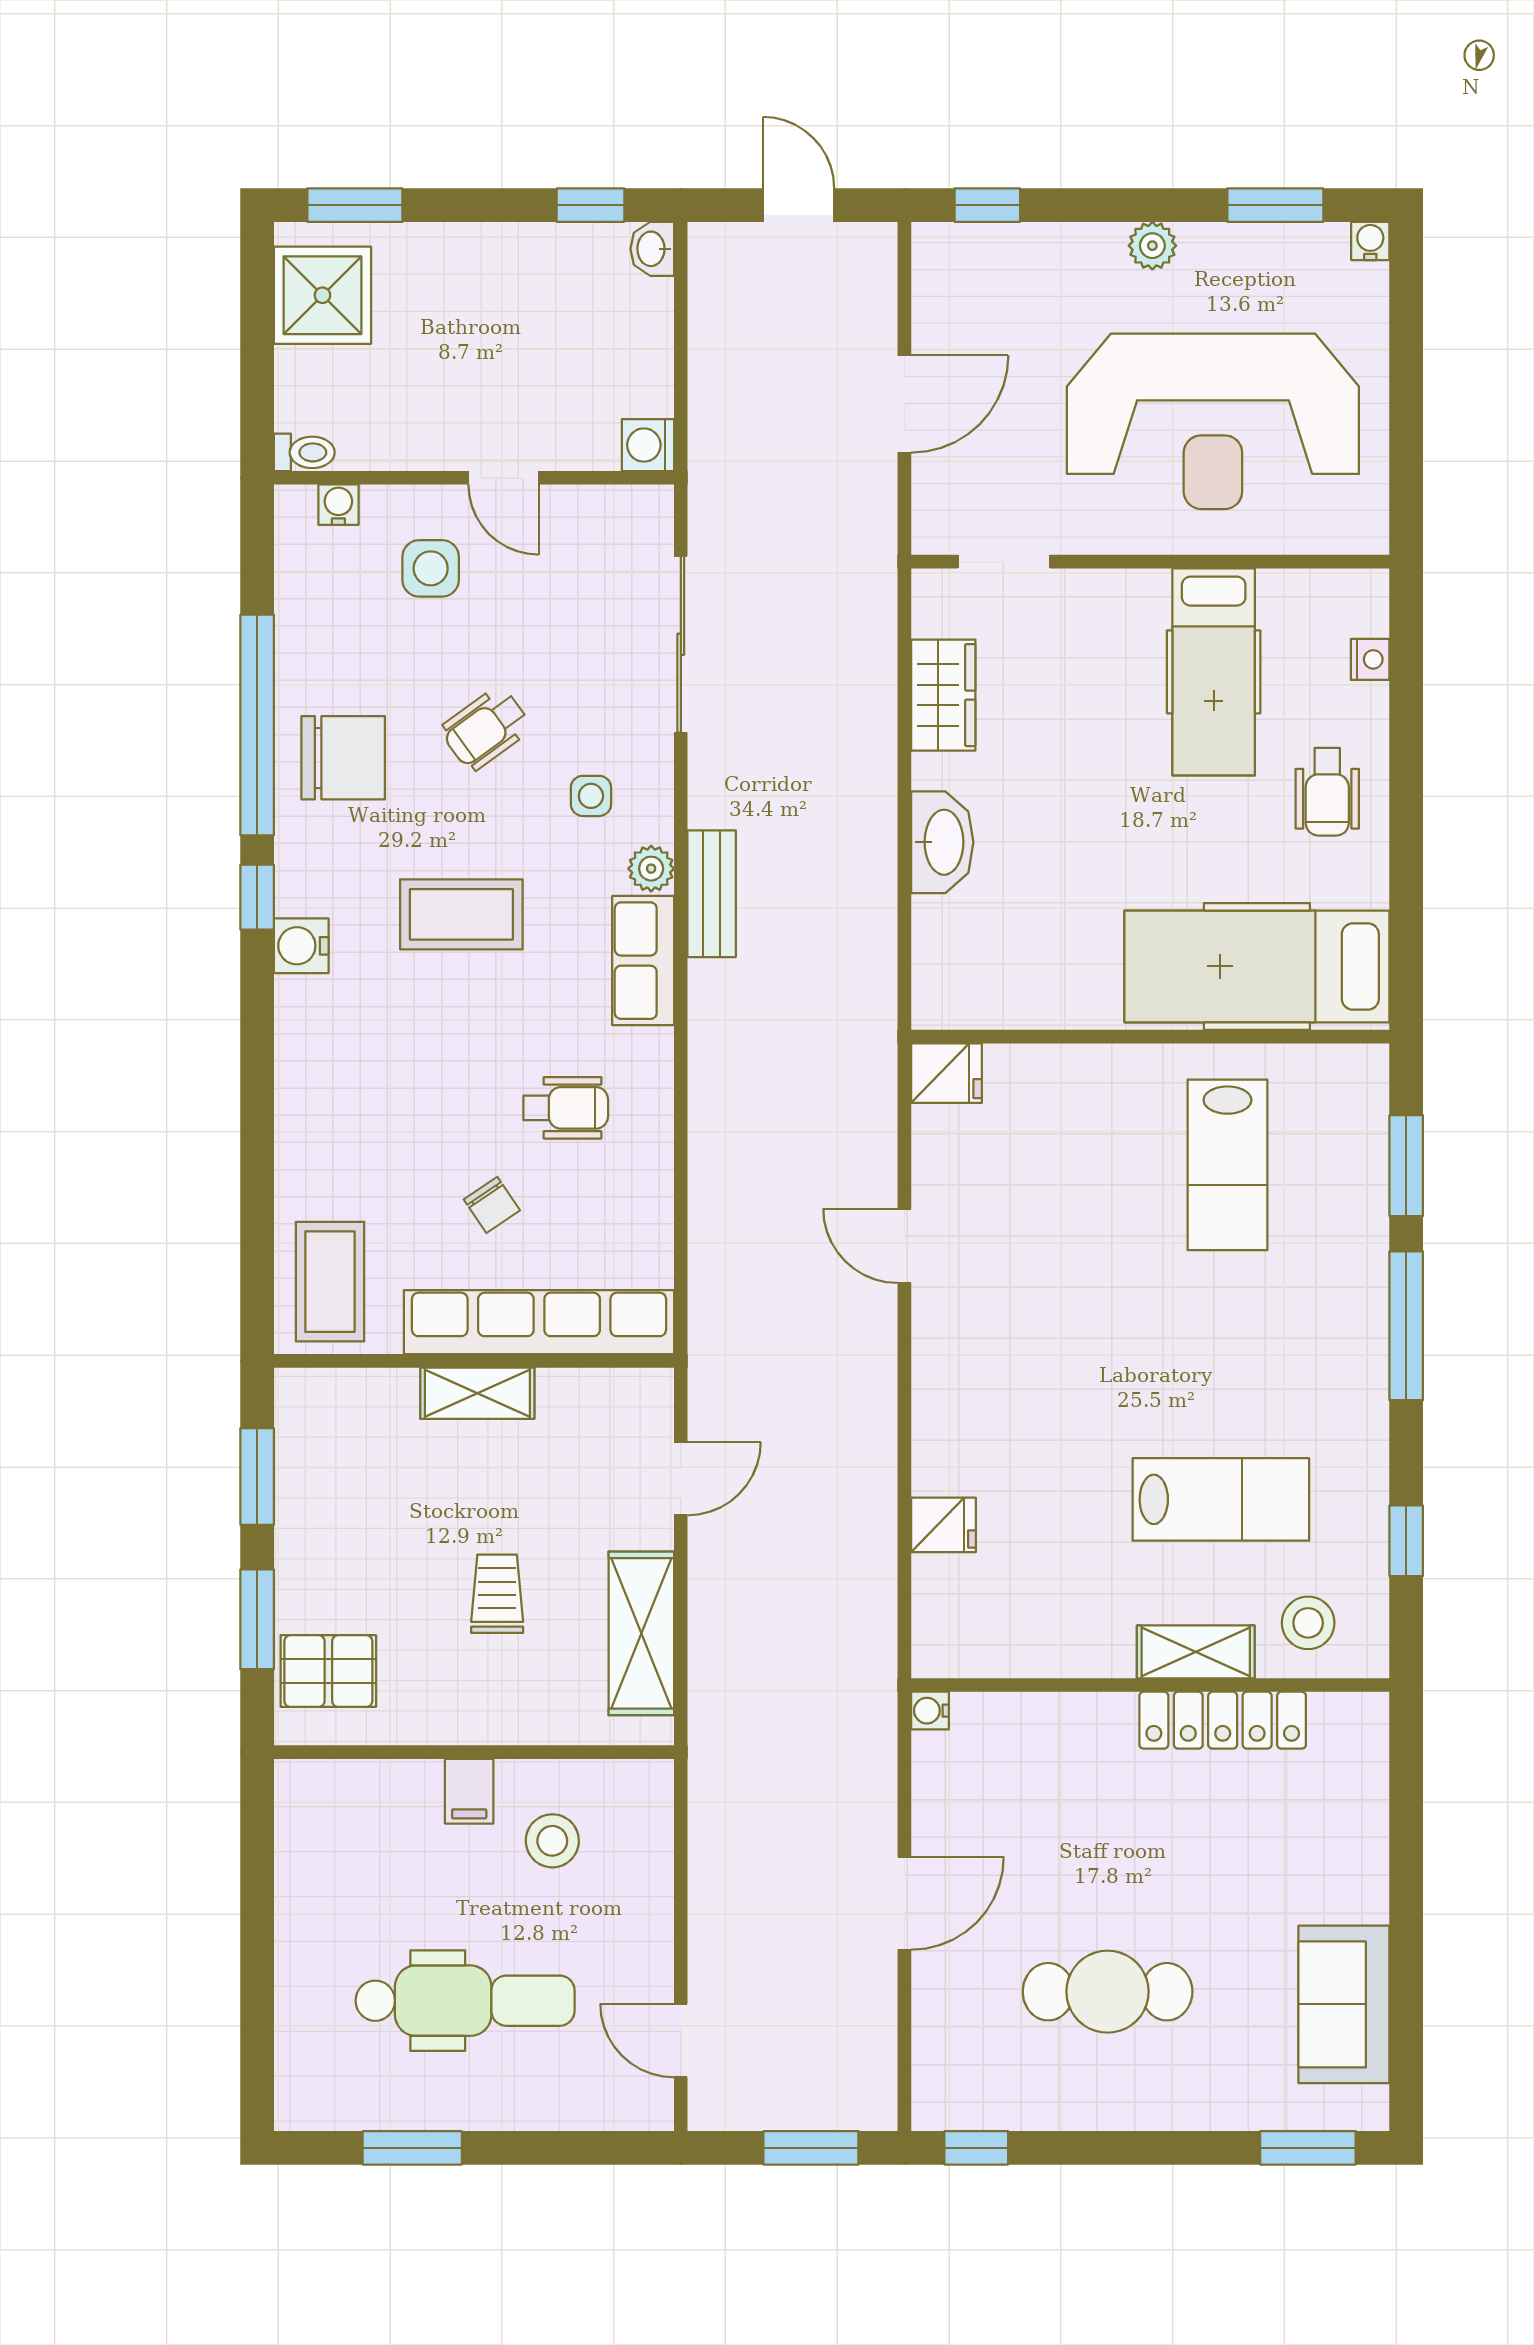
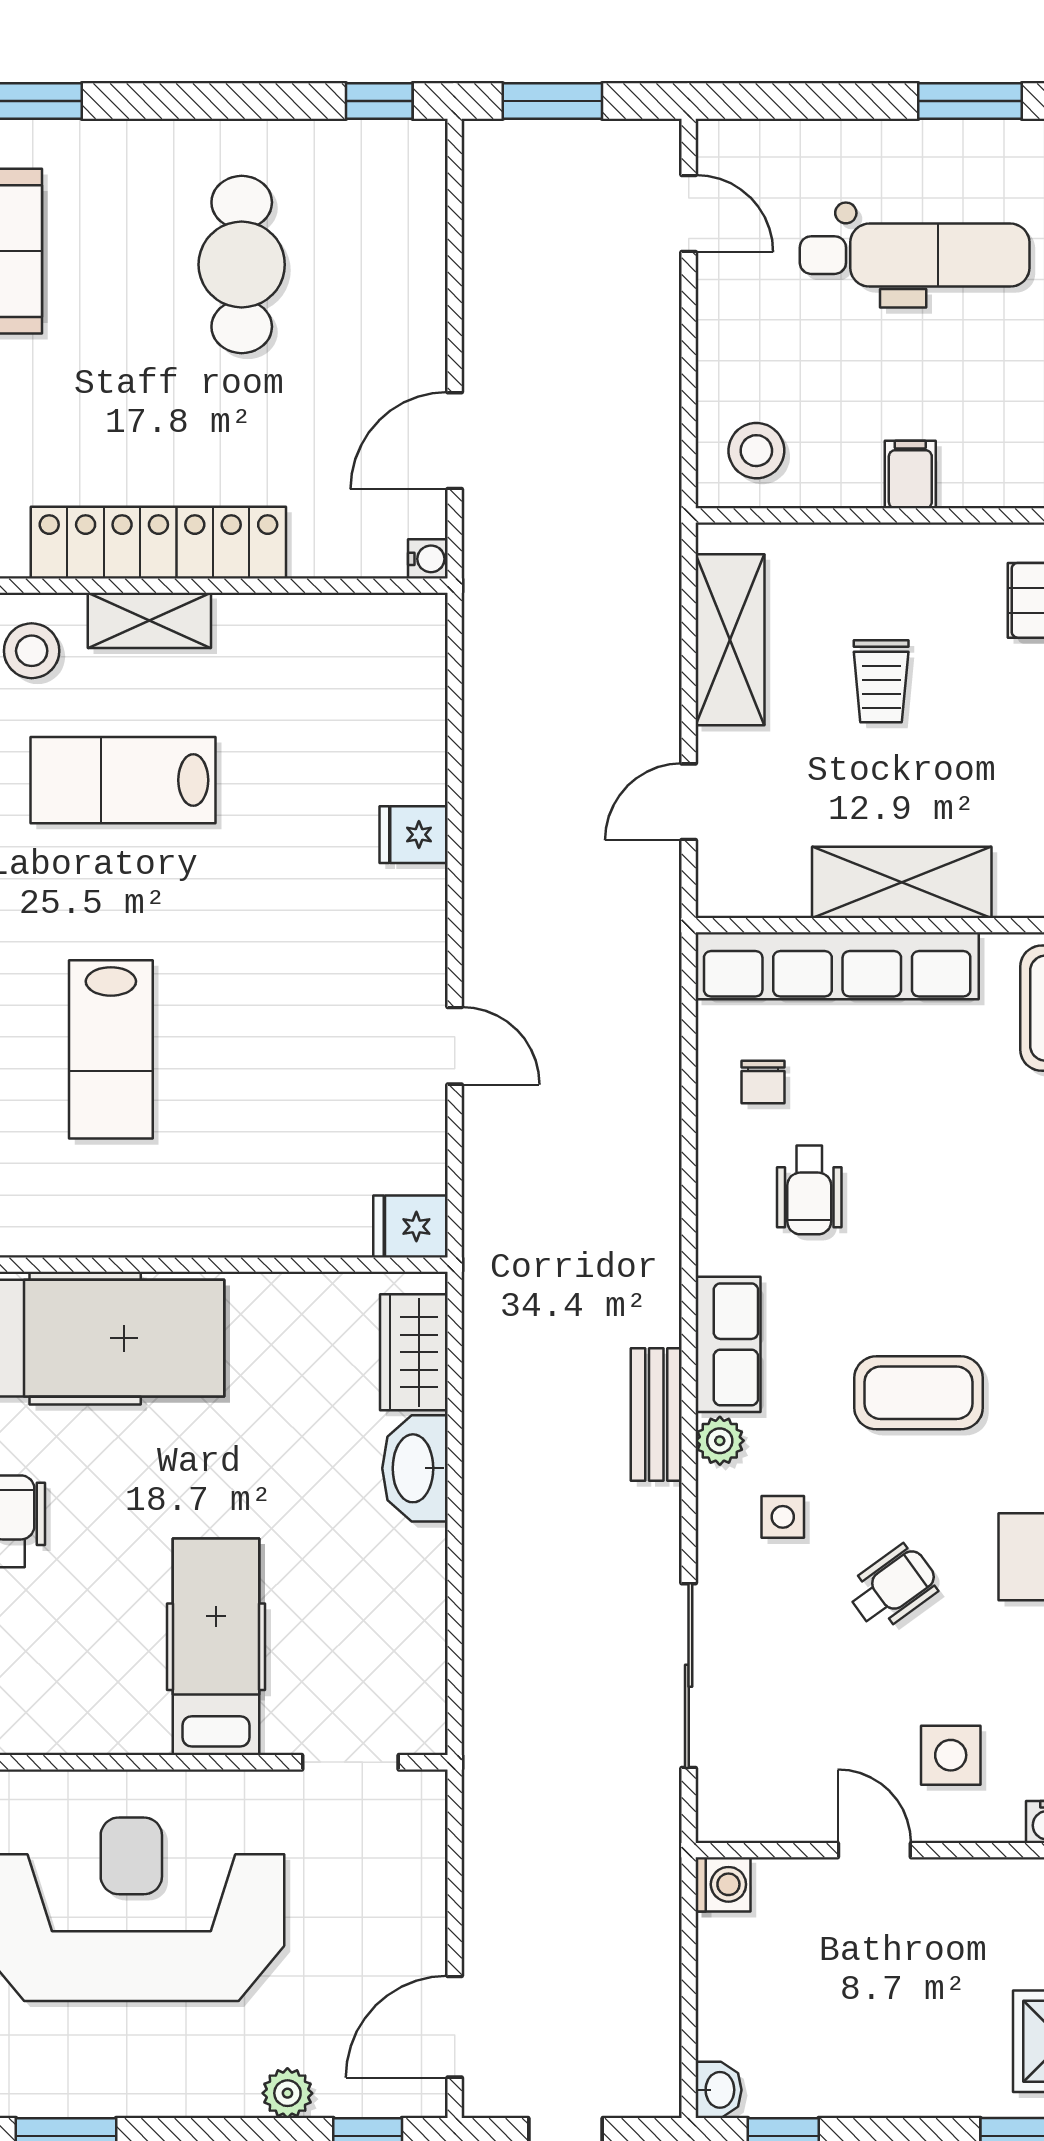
plant: (1152, 246) -> (287, 2093), moved
door: (904, 404) -> (455, 2027), moved
hospital bed: (1214, 672) -> (216, 1647), moved
wardrobe: (943, 695) -> (414, 1352), moved
wheelchair: (566, 1108) -> (809, 1190), turned -90
lab bench: (1227, 1165) -> (111, 1049), moved, turned 180
chair: (492, 1205) -> (763, 1082), moved, turned -146
shelving: (477, 1393) -> (902, 882), width x1.50, depth x1.33
fridge: (943, 1525) -> (414, 835), moved
locker: (1223, 1720) -> (158, 543), width x1.41, depth x1.21
stool: (552, 1841) -> (756, 451), moved
door: (904, 1903) -> (455, 441), moved
cafe table: (1108, 1992) -> (242, 265), turned 90
dental chair: (465, 2001) -> (915, 255), turned 180

